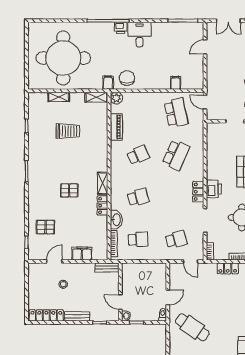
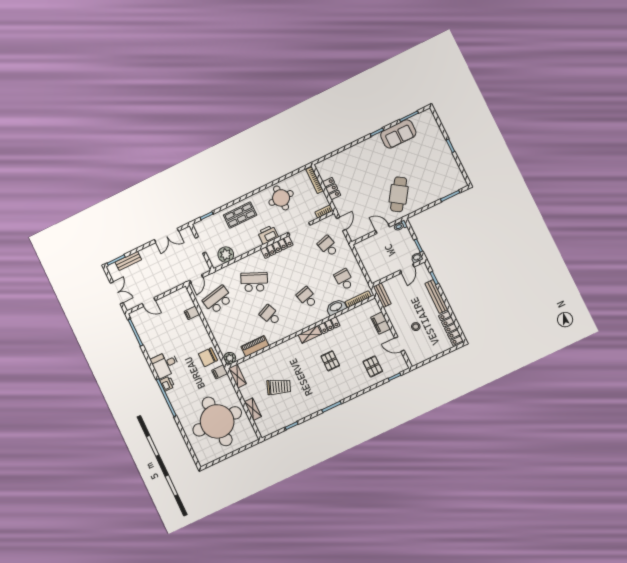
trolley: (68, 131) -> (279, 387), turned 111
plant: (214, 141) -> (226, 254), added
locker: (198, 192) -> (277, 247), width x1.53
bench: (77, 316) -> (436, 297), width x1.36

